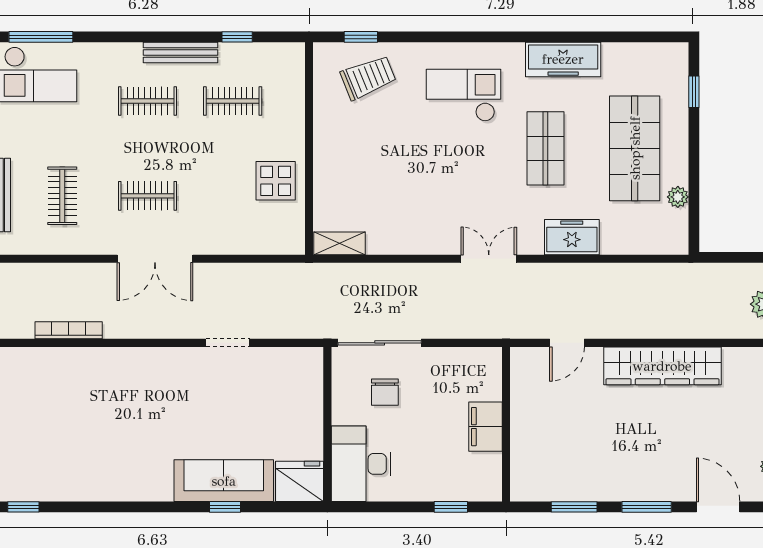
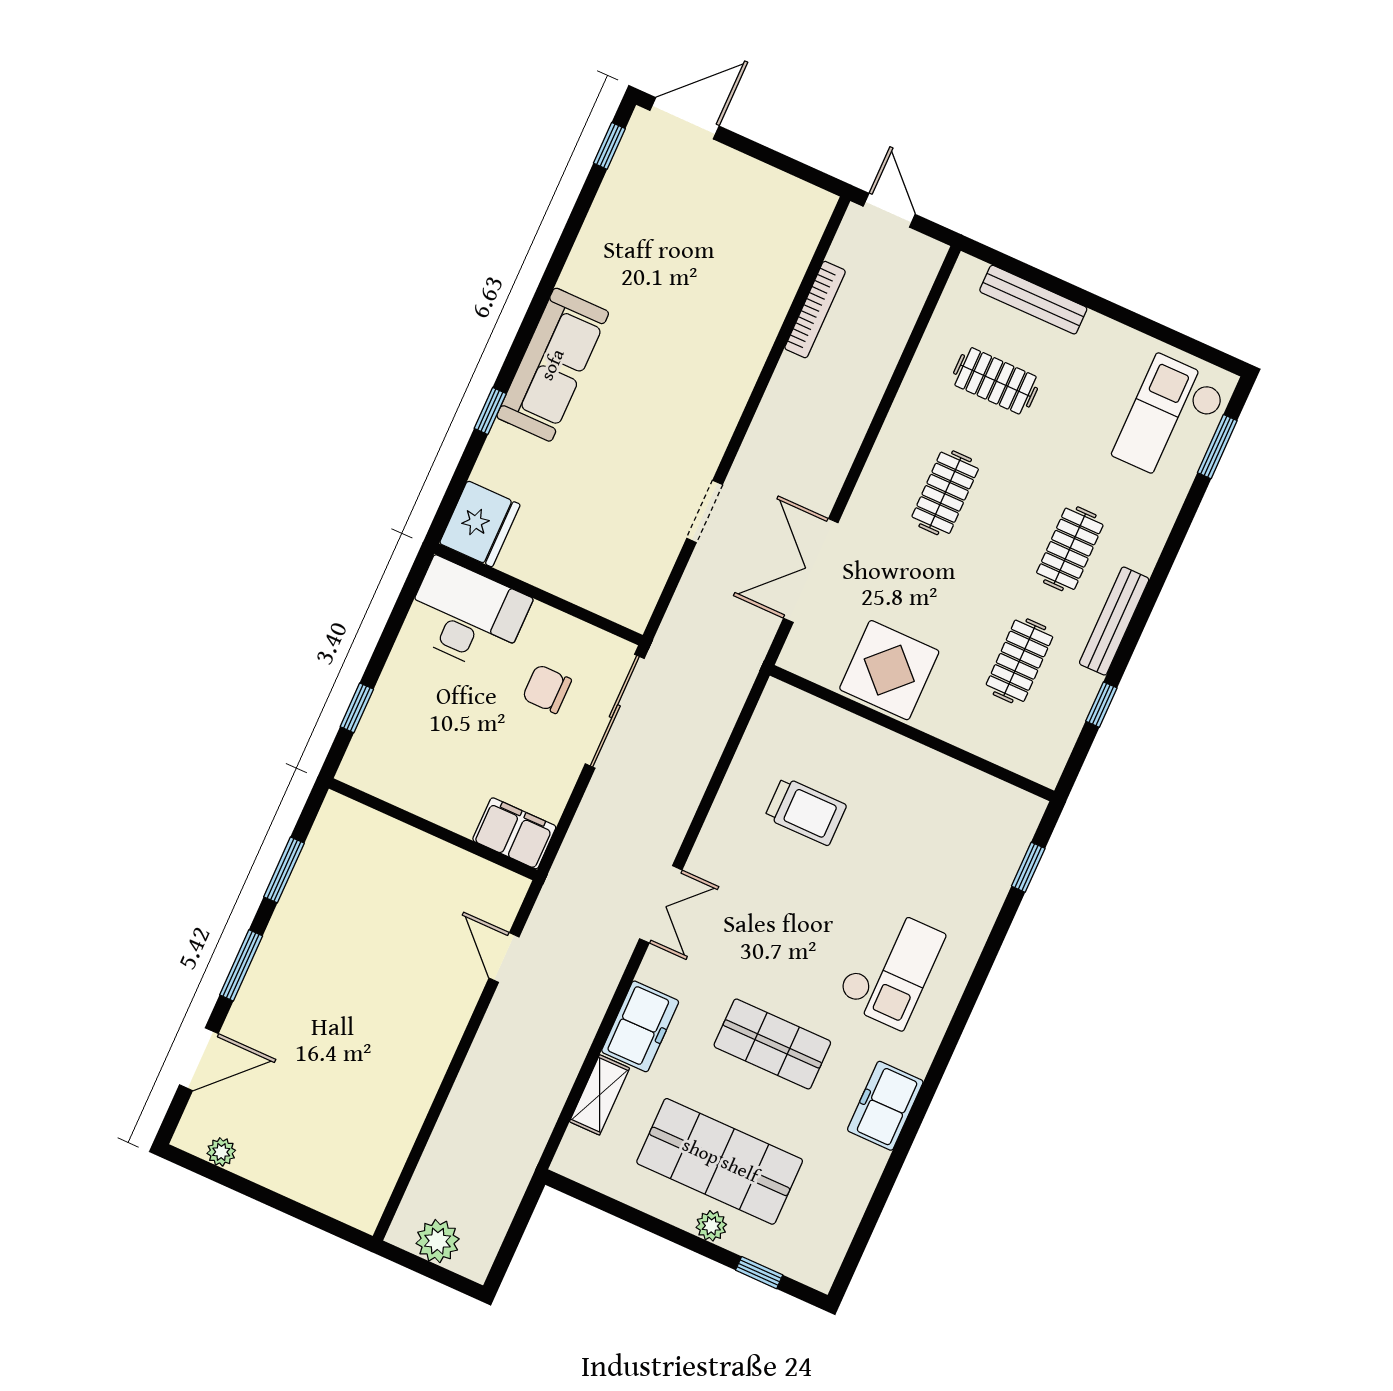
window: (41, 37) -> (1217, 447), width x0.69
freezer: (563, 59) -> (885, 1106), width x0.71
trolley: (368, 77) -> (806, 811), moved, turned -68
display table: (276, 181) -> (889, 670), width x1.36, depth x1.36
plant: (678, 197) -> (711, 1226), moved
shelving: (339, 243) -> (600, 1095), moved
double door: (155, 259) -> (811, 570), moved
wardrobe: (662, 366) -> (417, 1069), removed
filing cabinet: (485, 427) -> (514, 833), moved
sofa: (224, 481) -> (553, 365), moved

